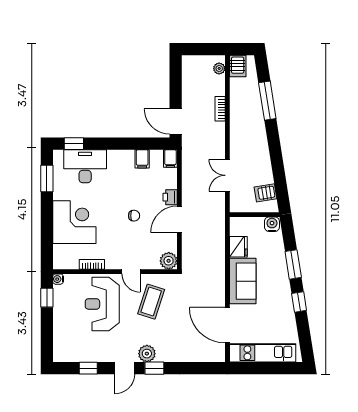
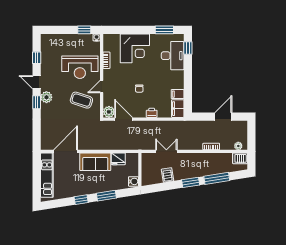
door: (176, 122) -> (223, 117), moved
window: (273, 139) -> (191, 182), added
filing cabinet: (170, 158) -> (178, 109), width x2.00
server rack: (266, 193) -> (167, 175), moved
door: (179, 219) -> (124, 119), moved
reception desk: (102, 304) -> (80, 67), turned 180

